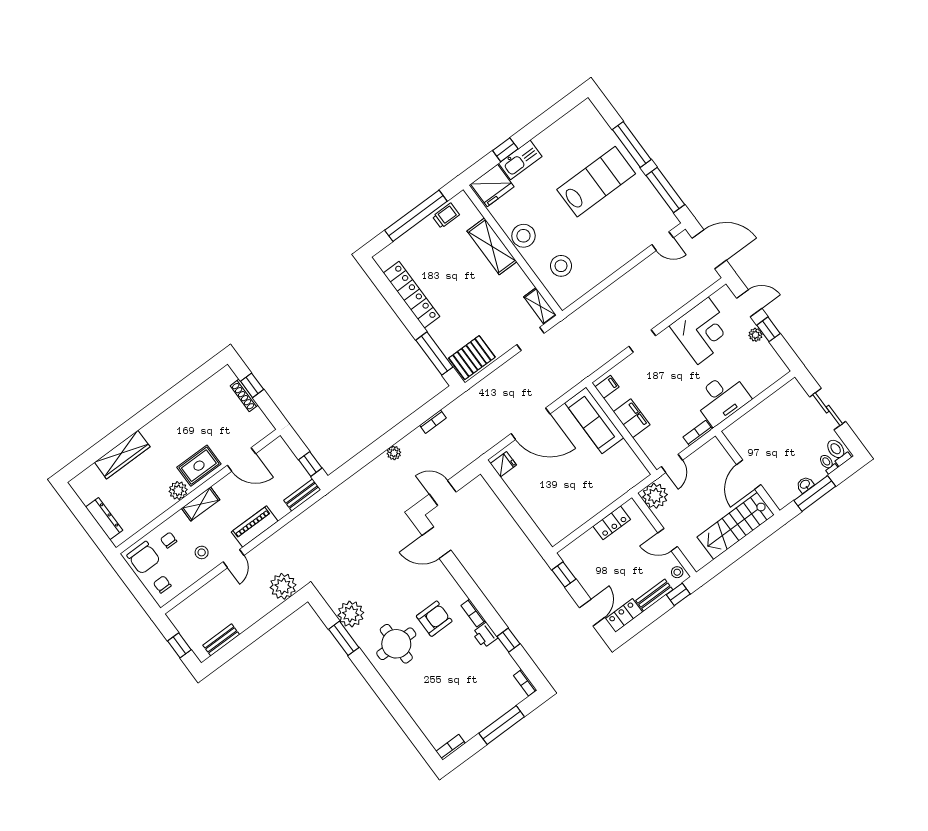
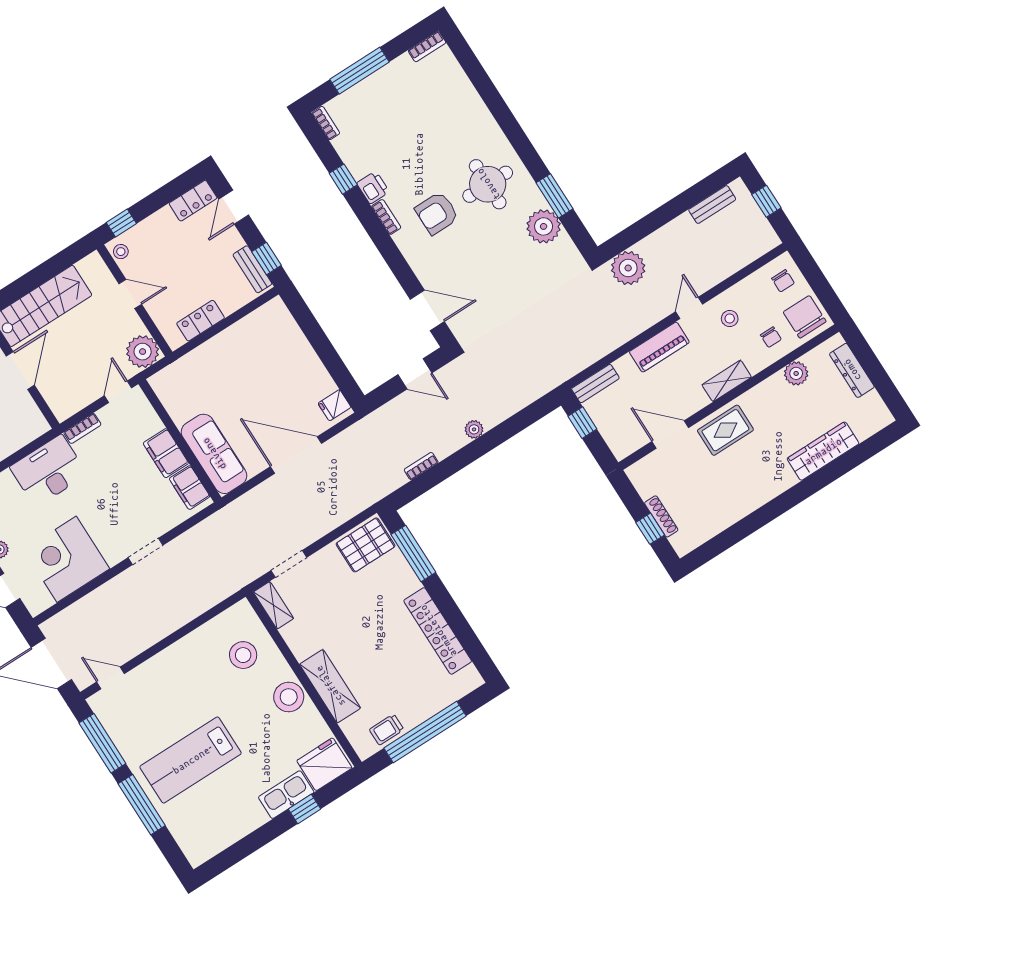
filing cabinet: (607, 387) -> (190, 488), width x2.00
plant: (178, 491) -> (796, 373), moved
bench: (654, 595) -> (252, 269), moved, turned 90

